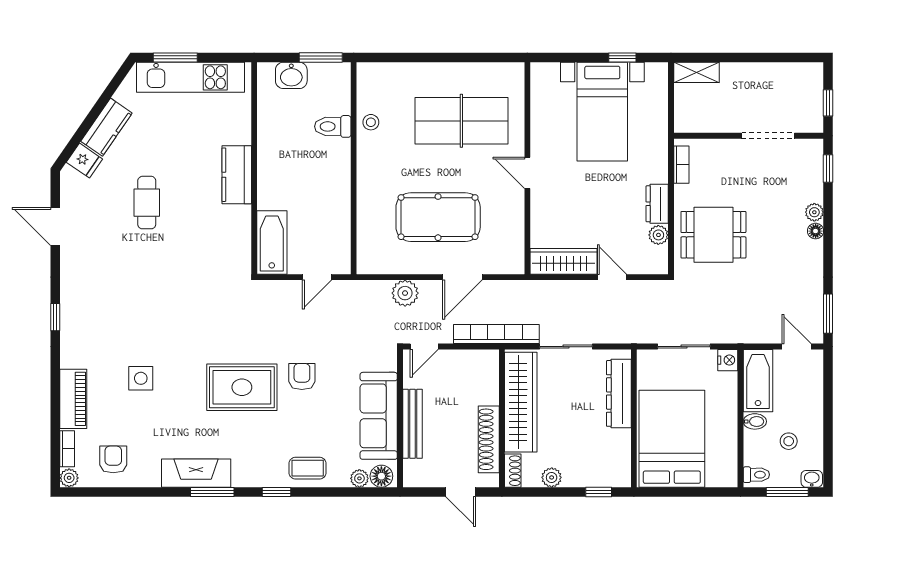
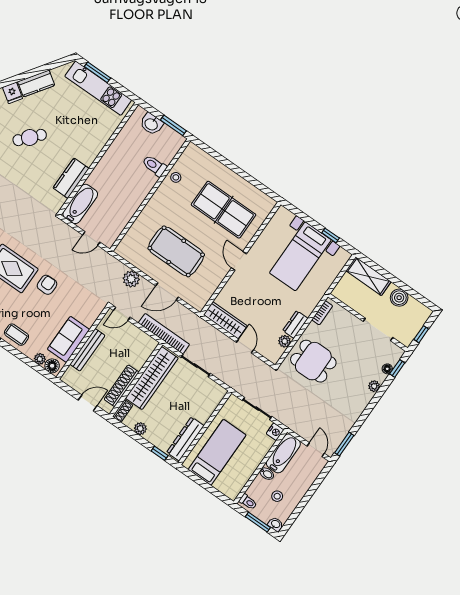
shelving: (696, 72) -> (368, 276), width x1.50, depth x1.33
boiler: (767, 76) -> (399, 298), added
kitchen counter: (237, 175) -> (71, 178), moved
cafe table: (147, 203) -> (30, 138), turned 42
floor lamp: (816, 231) -> (387, 369), moved
dresser: (619, 393) -> (185, 439), moved
sofa: (379, 416) -> (68, 339), width x0.73
bed: (672, 439) -> (217, 452), width x0.67
door: (461, 492) -> (88, 403), swing flipped

